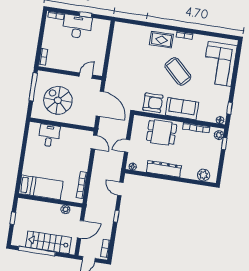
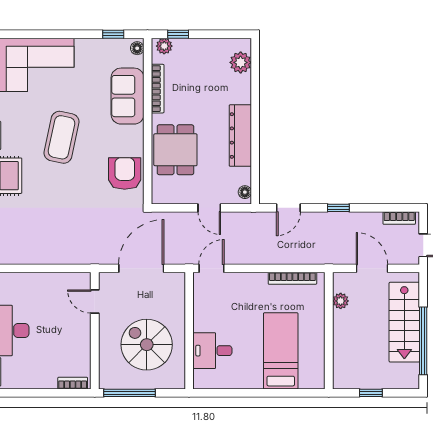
coffee table: (178, 71) -> (61, 137), turned -31
spiral stairs: (58, 100) -> (147, 345), turned 90
sofa: (182, 109) -> (128, 96), moved
bed: (41, 187) -> (281, 351), moved

